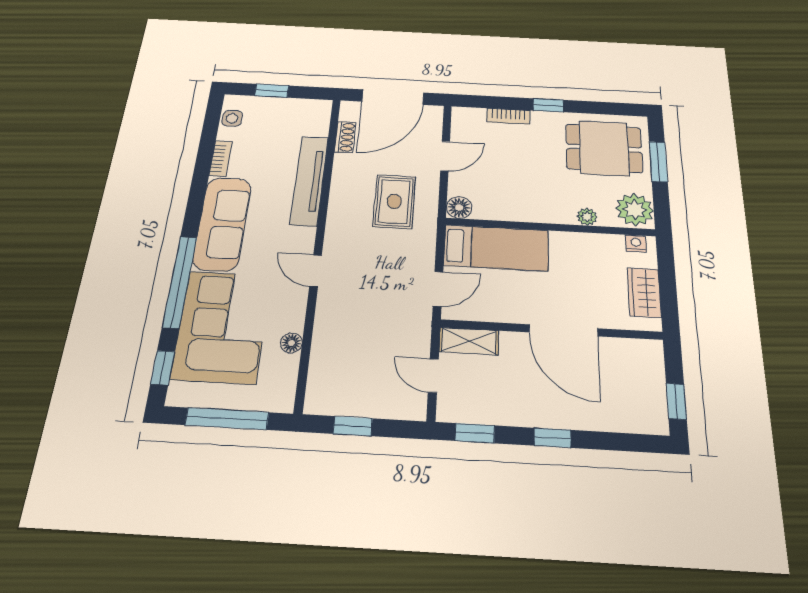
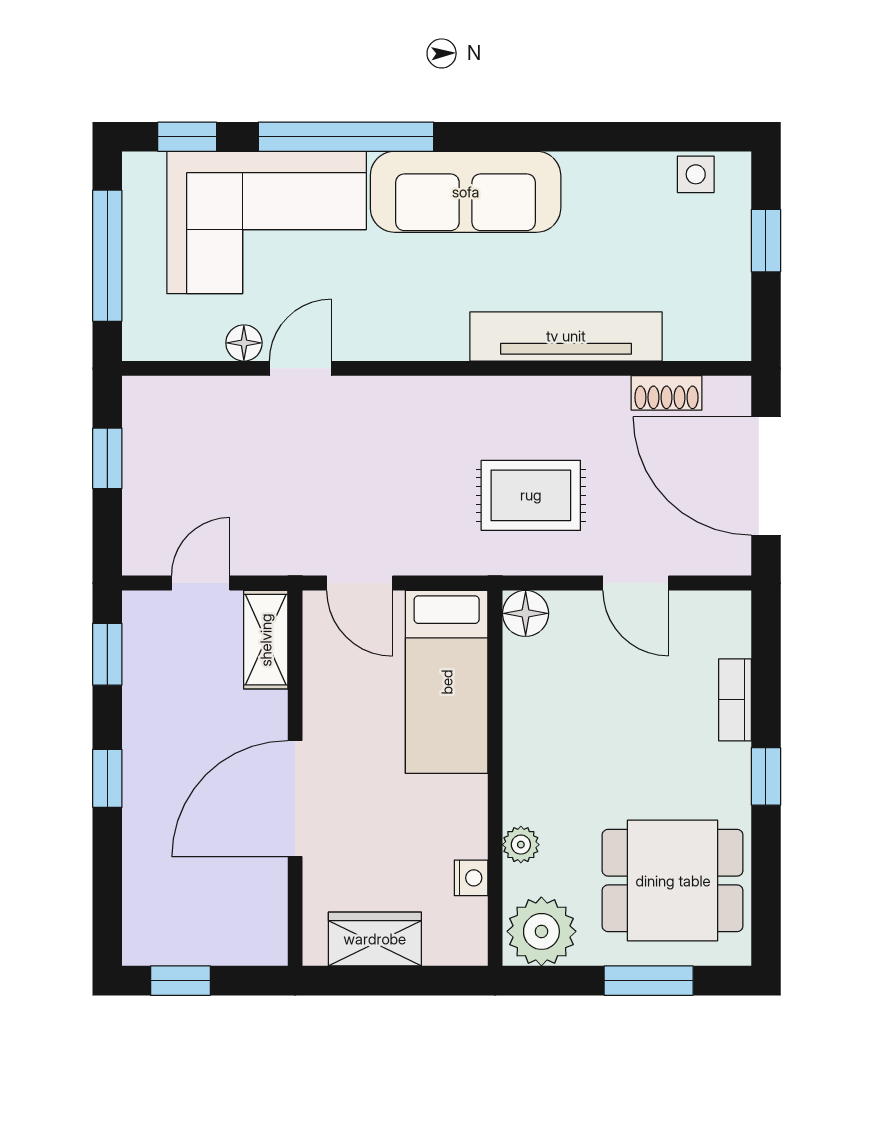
dining table: (604, 148) -> (673, 881), turned 90
bookcase: (221, 158) -> (604, 167), removed
nightstand: (636, 244) -> (471, 878), moved
door: (316, 271) -> (300, 368), moved

